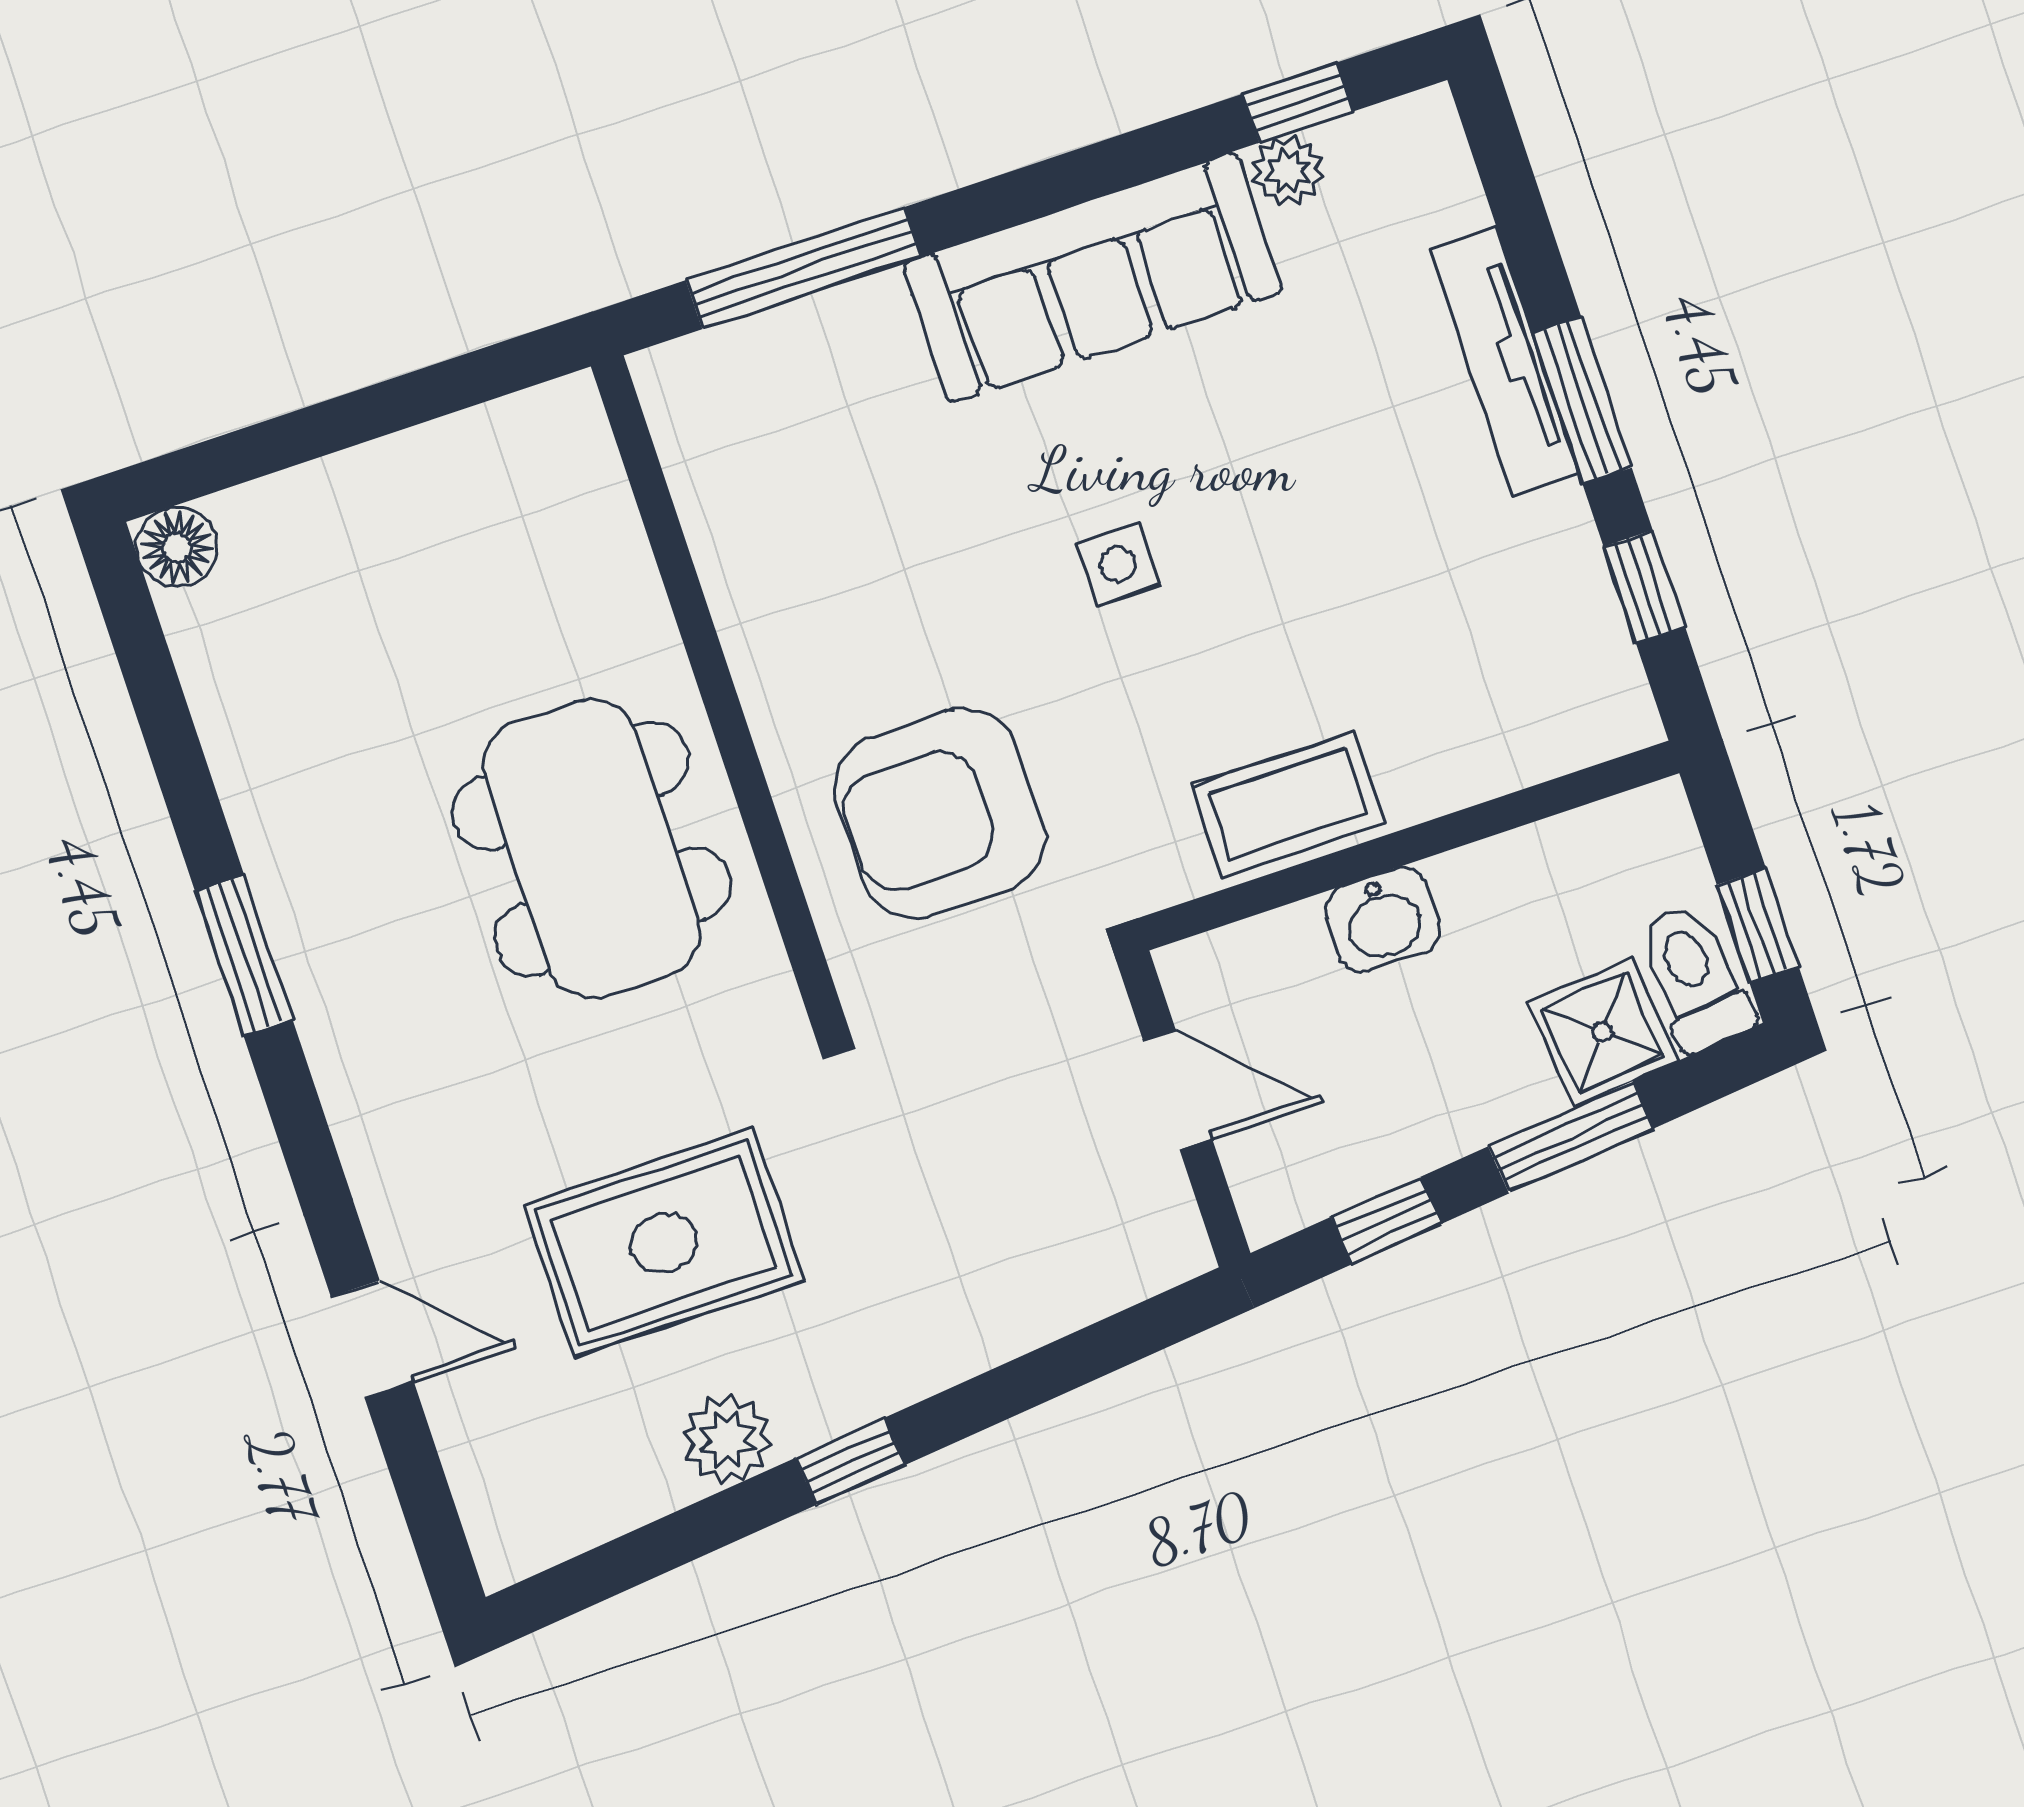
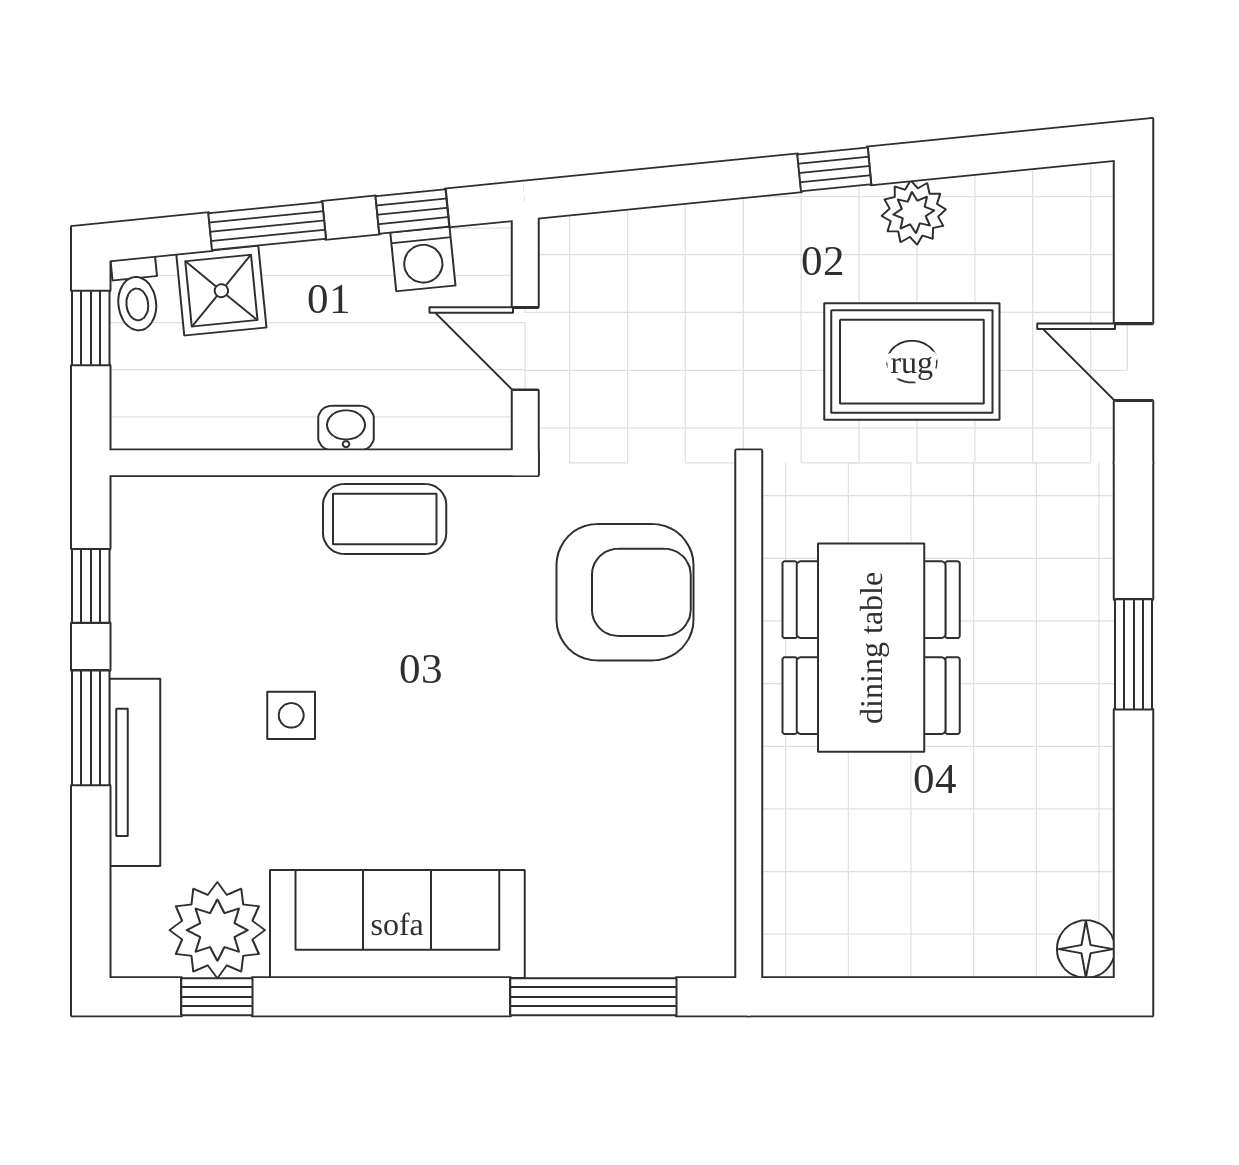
plant: (1287, 171) -> (217, 930), width x1.87, depth x1.87
side table: (1118, 565) -> (291, 715), moved
washbasin: (1383, 920) -> (346, 428), width x0.72, depth x0.69
toilet: (1694, 977) -> (136, 294), width x0.73, depth x0.72
washing machine: (1352, 1163) -> (423, 259), added

